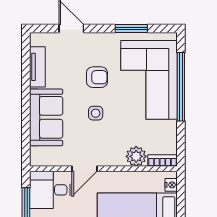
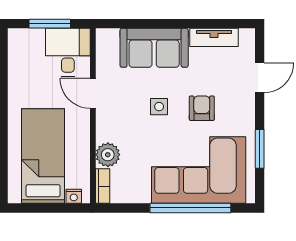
armchair: (97, 77) -> (202, 108), turned 180

